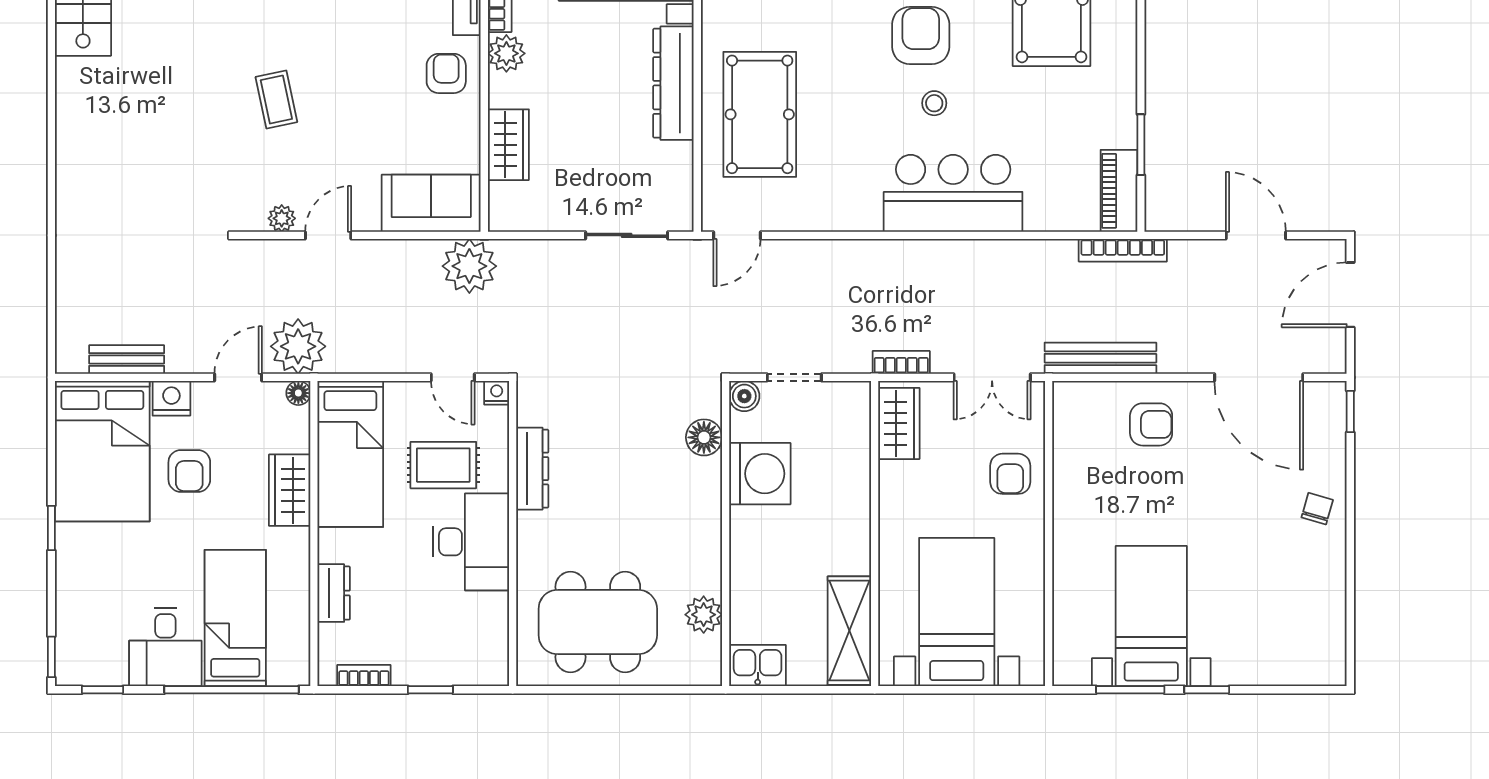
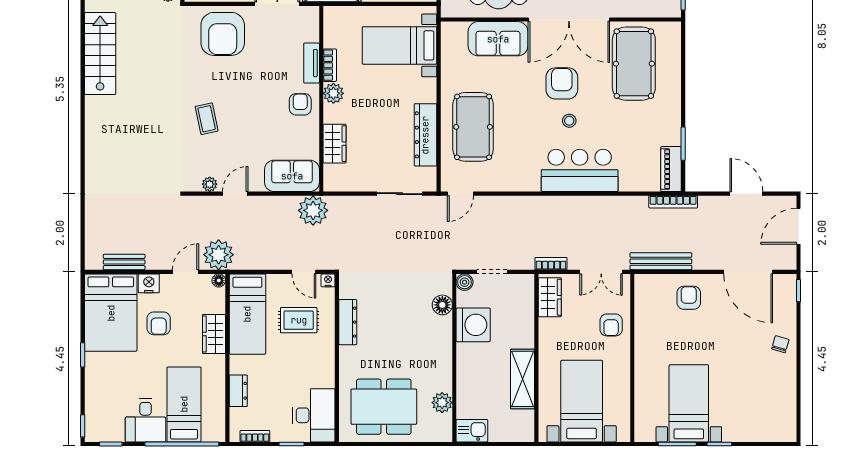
dresser: (673, 83) -> (425, 135), moved
armchair: (1151, 424) -> (689, 298), turned -90
desk: (471, 542) -> (314, 415), moved
shelving: (849, 631) -> (522, 379), moved

